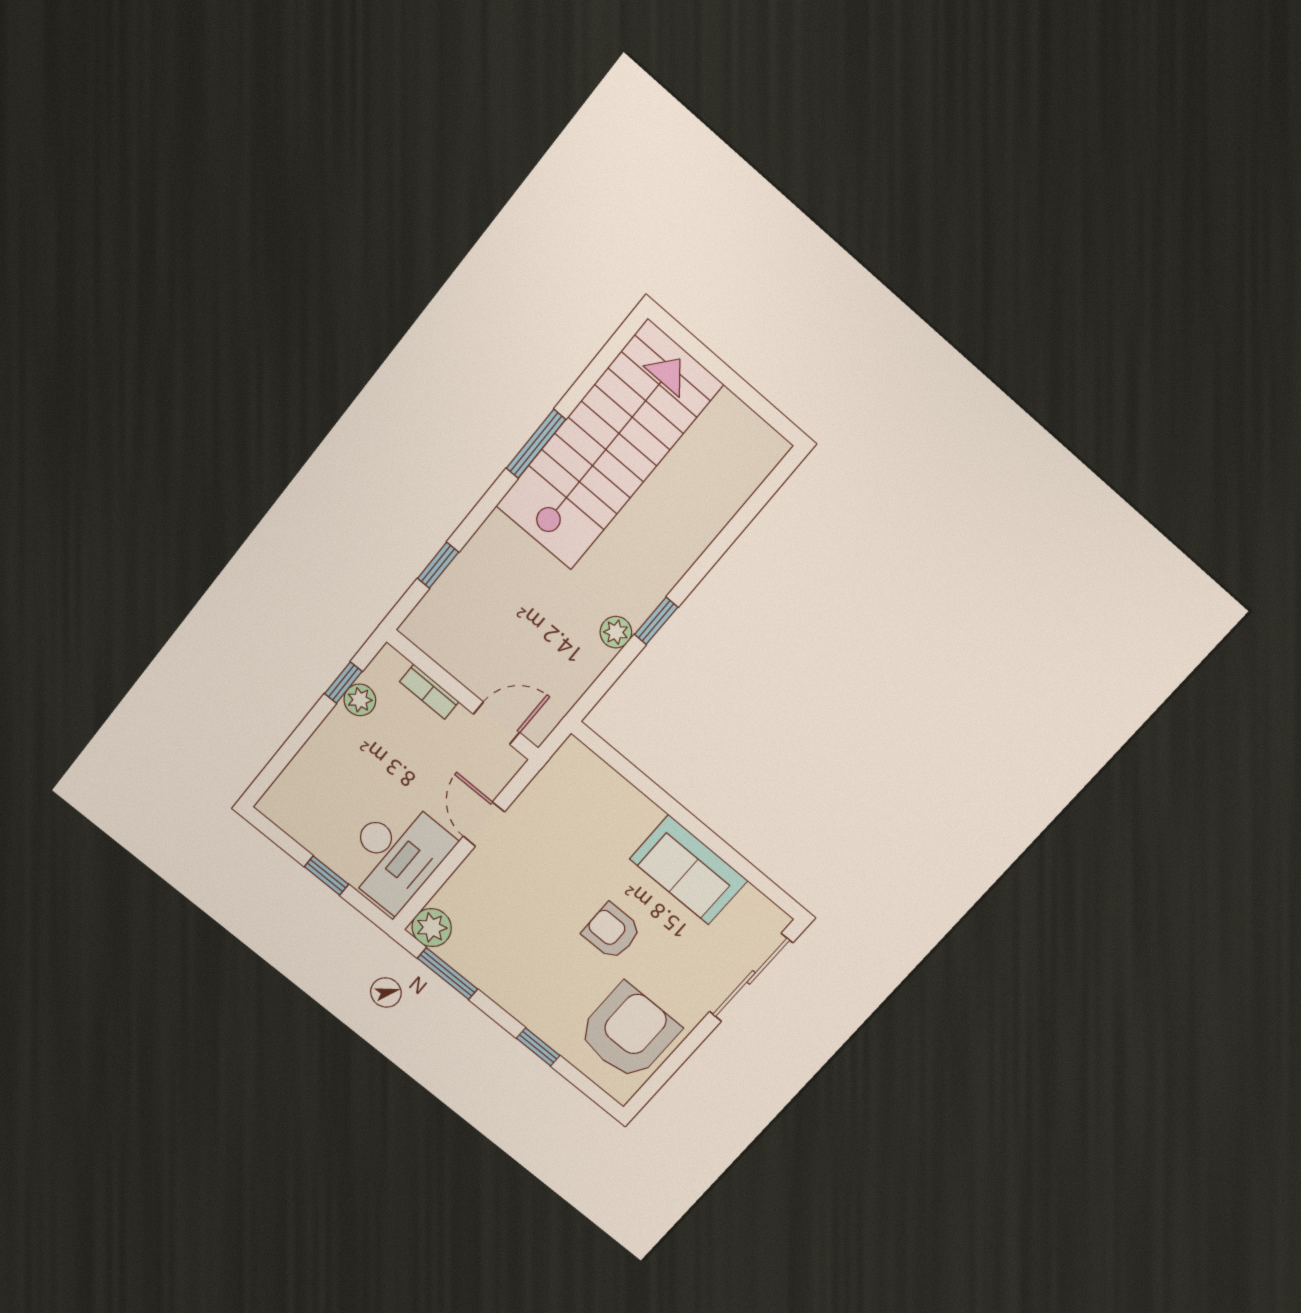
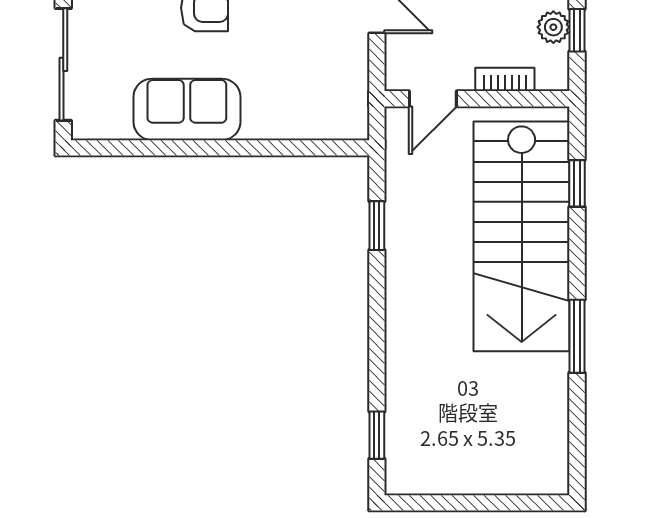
stairs: (609, 446) -> (522, 236), moved
window: (759, 500) -> (377, 435), added
window: (656, 621) -> (377, 226), moved
plant: (616, 632) -> (400, 247), removed

